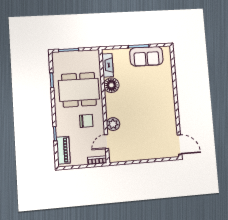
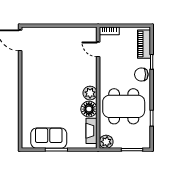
plant: (93, 56) -> (106, 142), added
chair: (86, 121) -> (141, 74), moved
plant: (113, 124) -> (90, 93), moved
door: (107, 142) -> (98, 49), swing flipped

